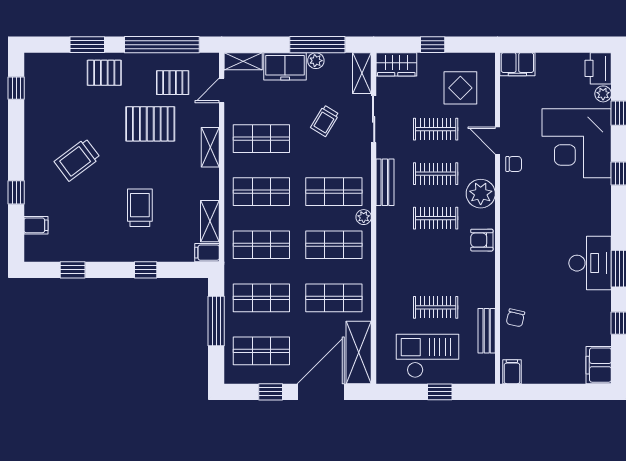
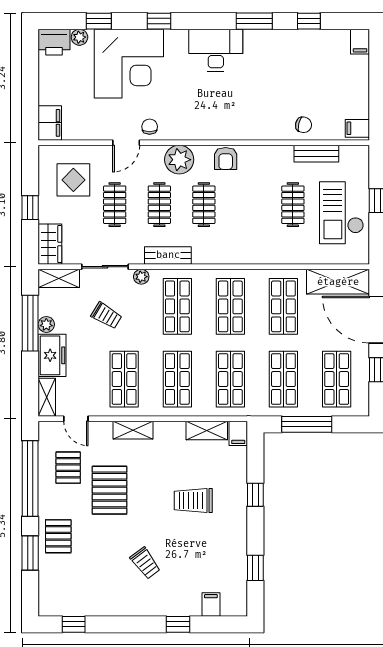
trolley: (77, 160) -> (145, 563), width x0.73, depth x0.72
plant: (364, 217) -> (141, 277), moved
desk: (590, 263) -> (216, 50), moved
filing cabinet: (599, 365) -> (360, 42), width x0.50

